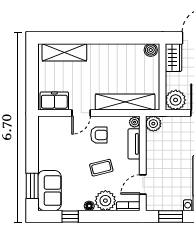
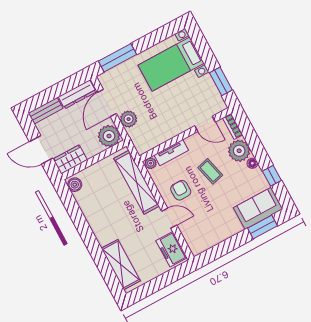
plant: (153, 124) -> (129, 119), moved

